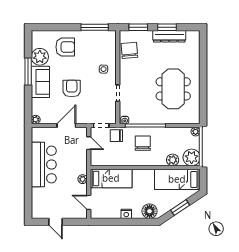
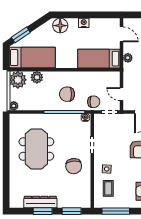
coffee table: (102, 50) -> (108, 188), added
chair: (129, 50) -> (74, 166), moved
chair: (143, 143) -> (67, 94), turned 90
window: (180, 208) -> (21, 35), moved

